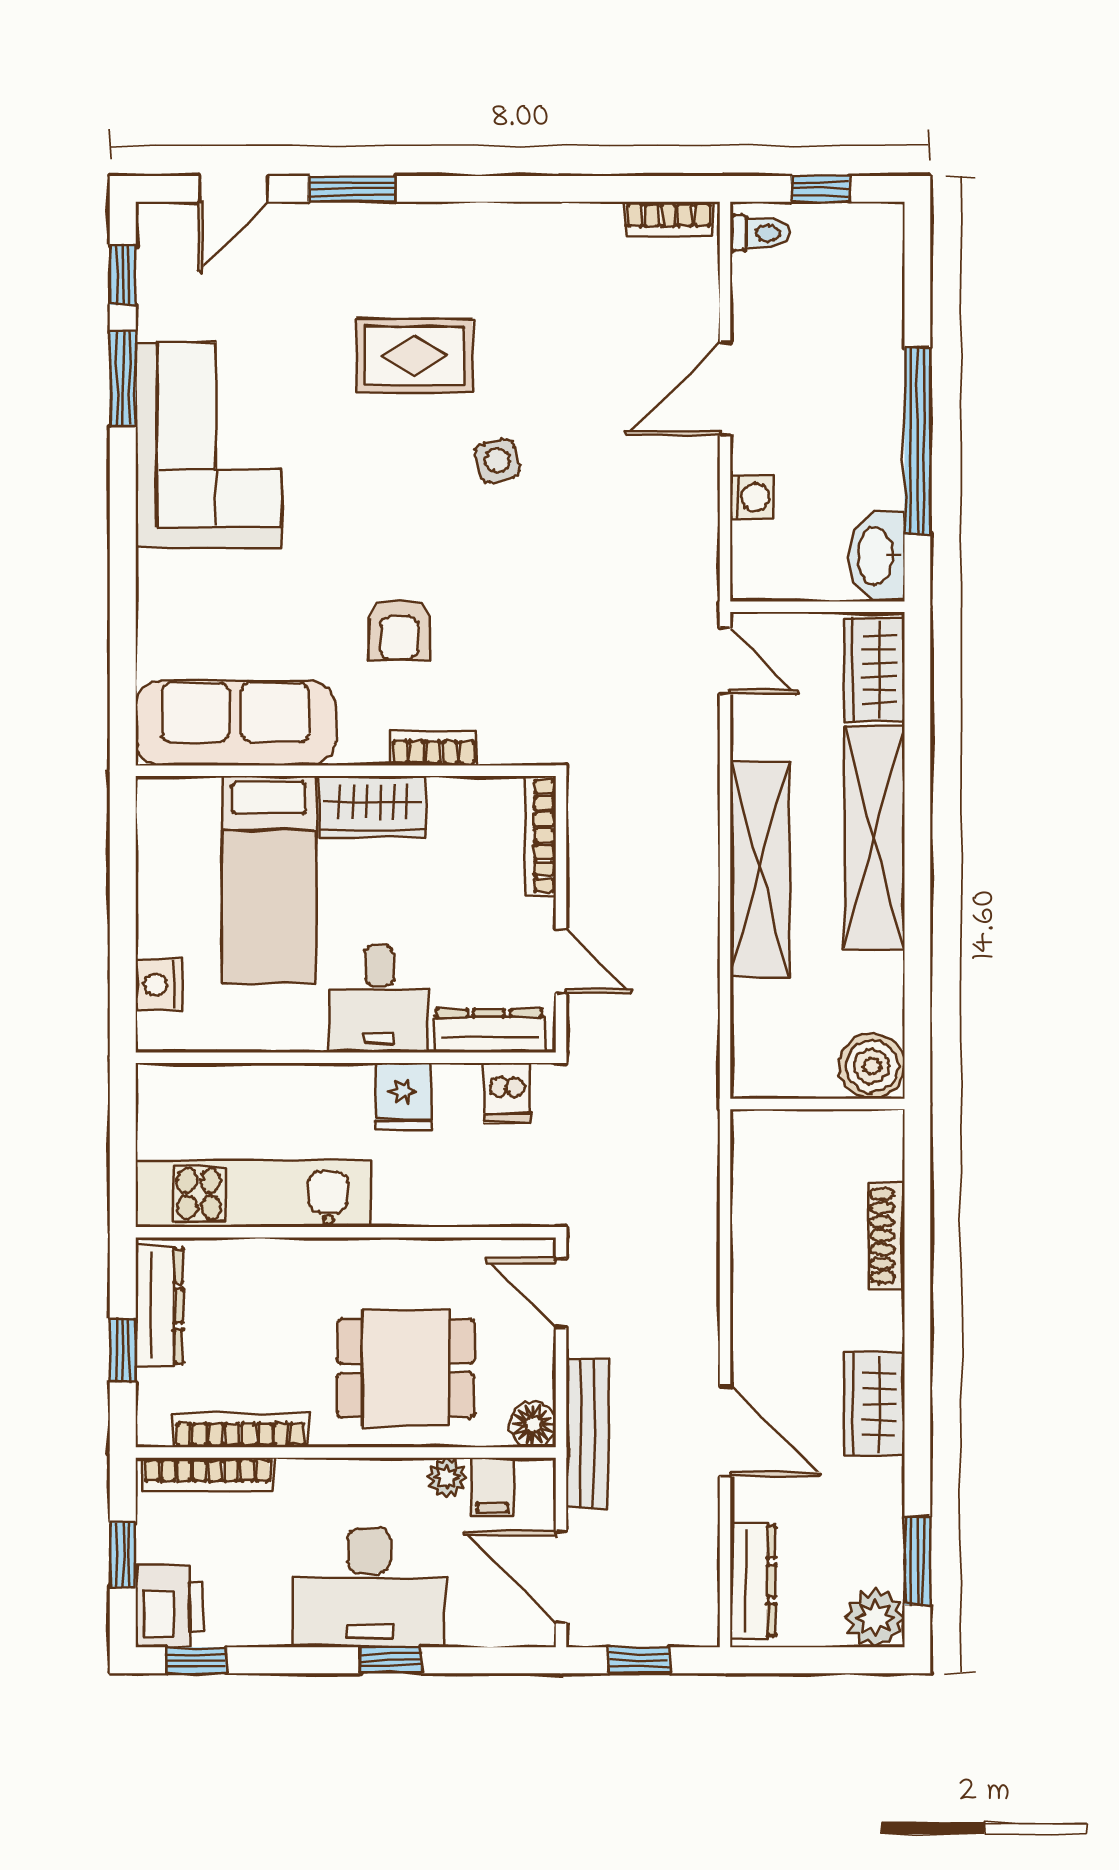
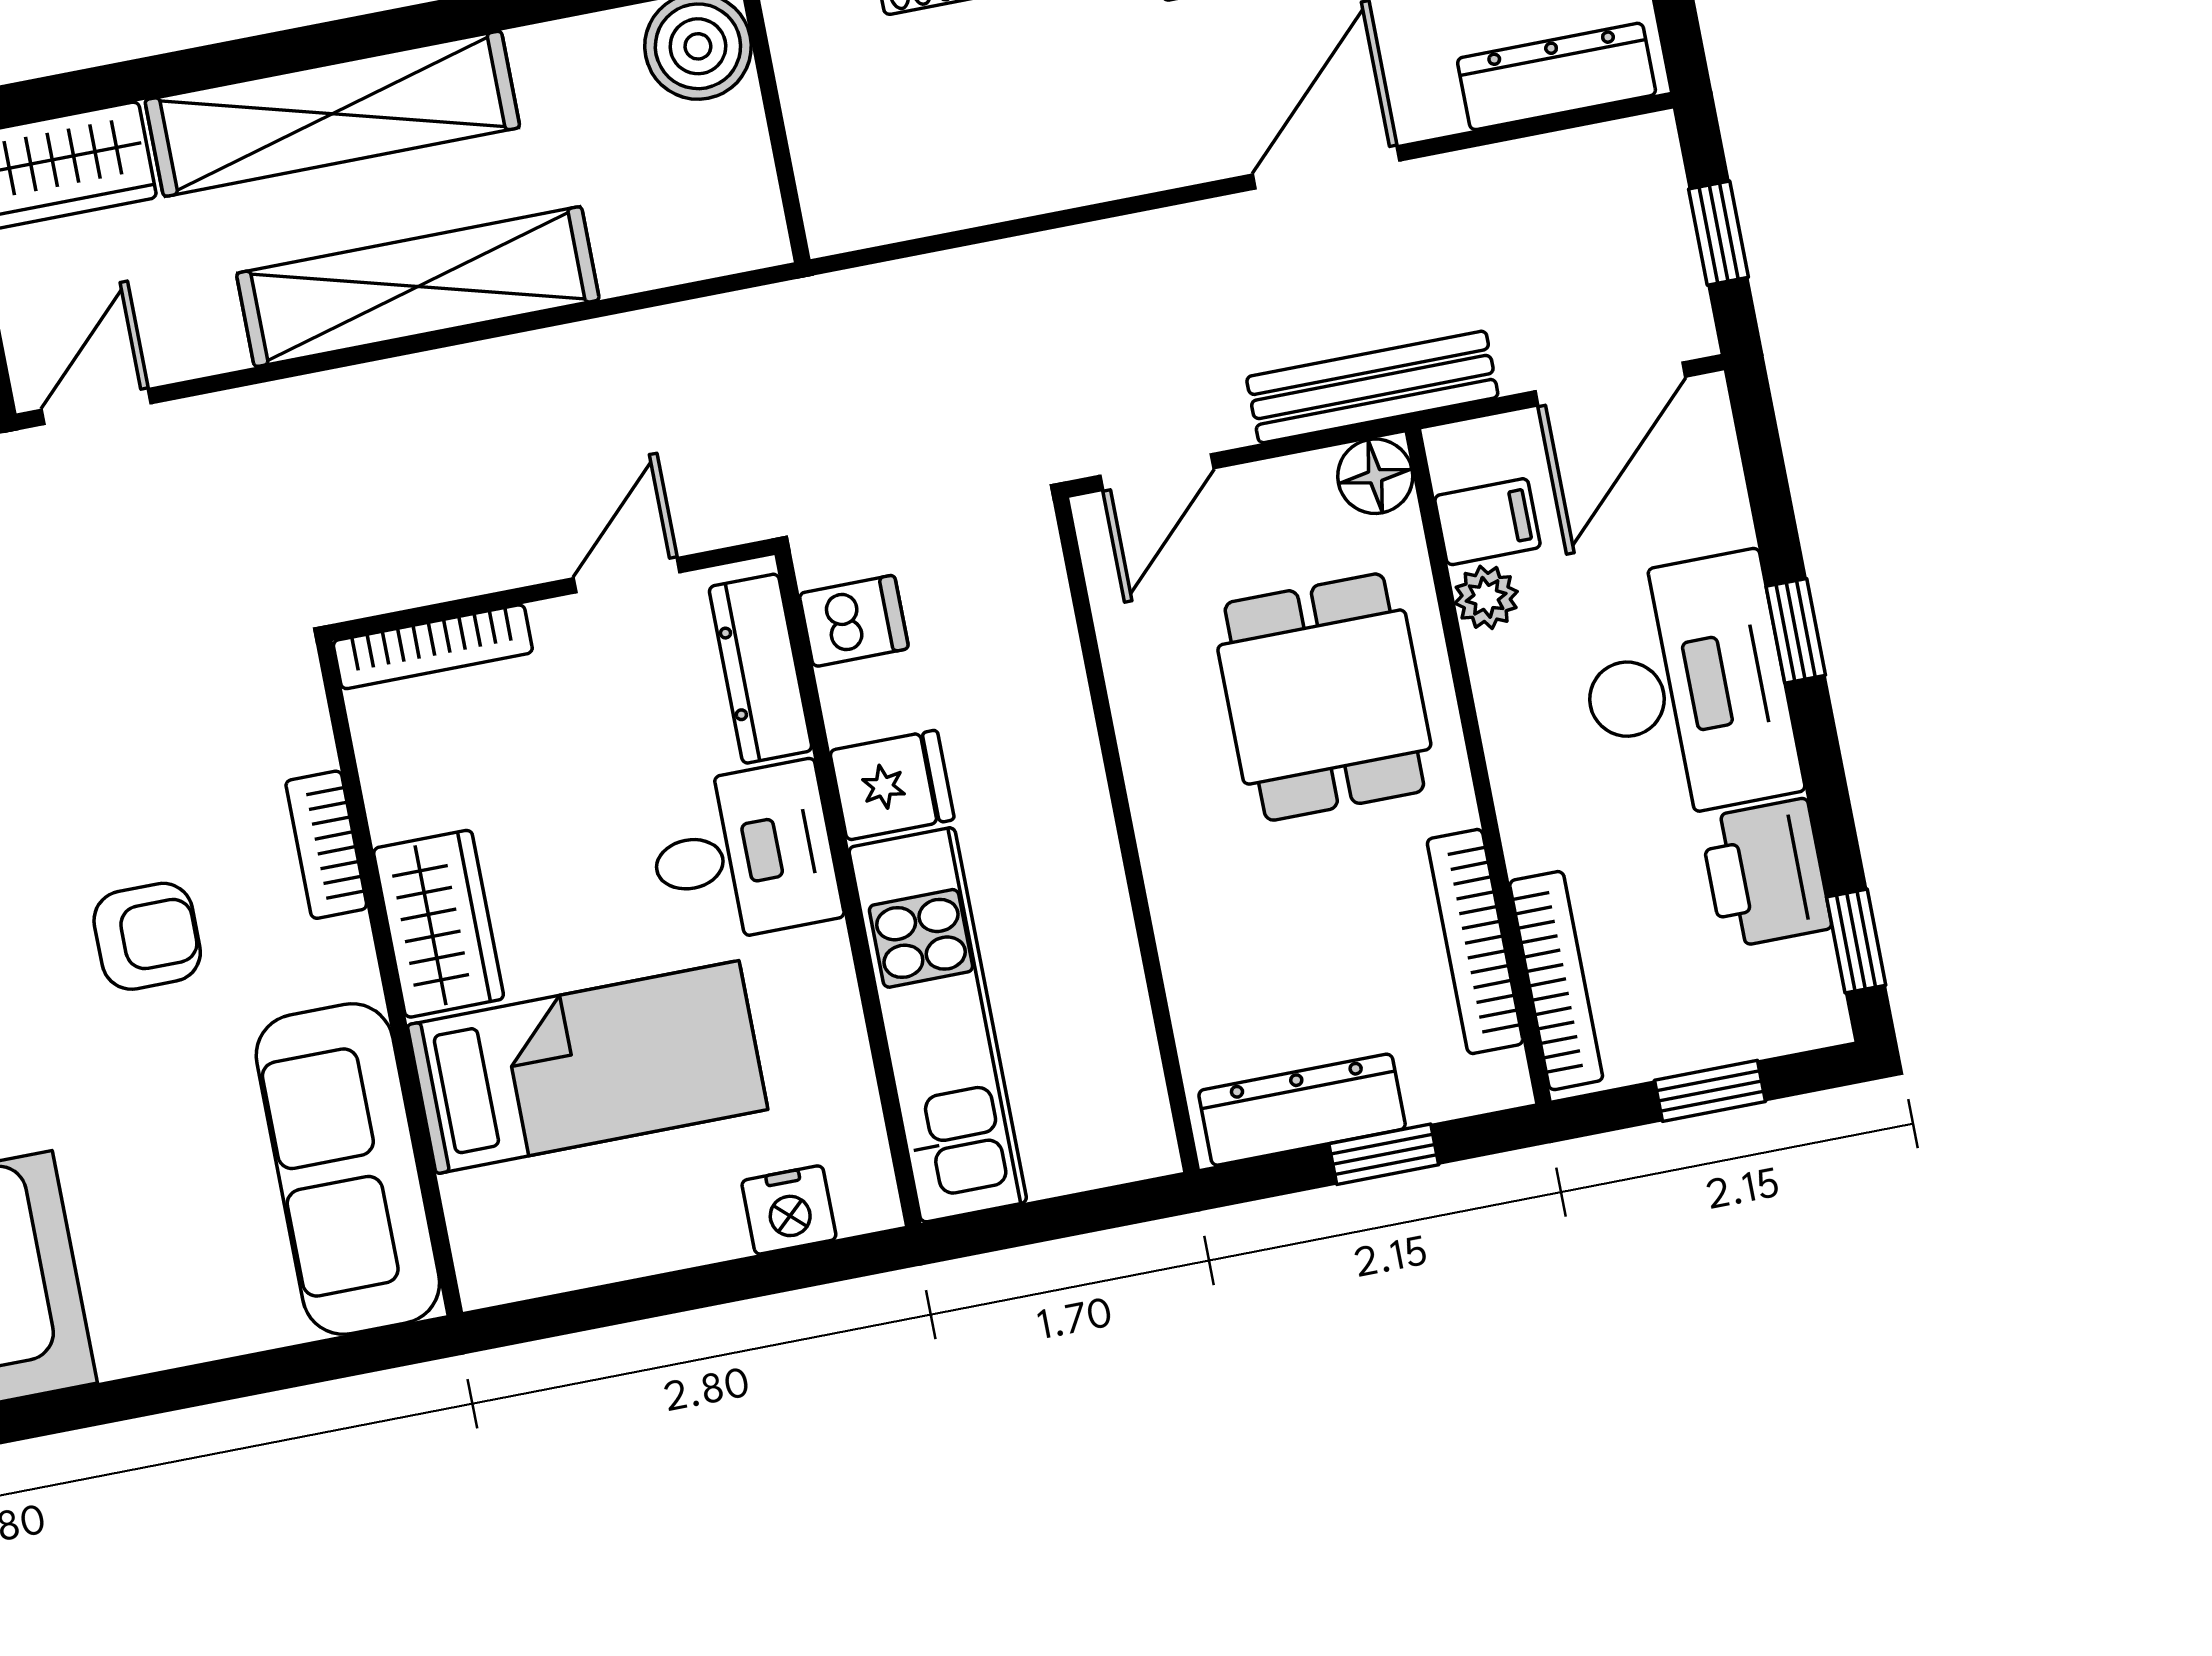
kitchen unit: (253, 1194) -> (938, 1025), moved, turned 180
printer: (170, 1606) -> (1765, 873), moved, turned -90

